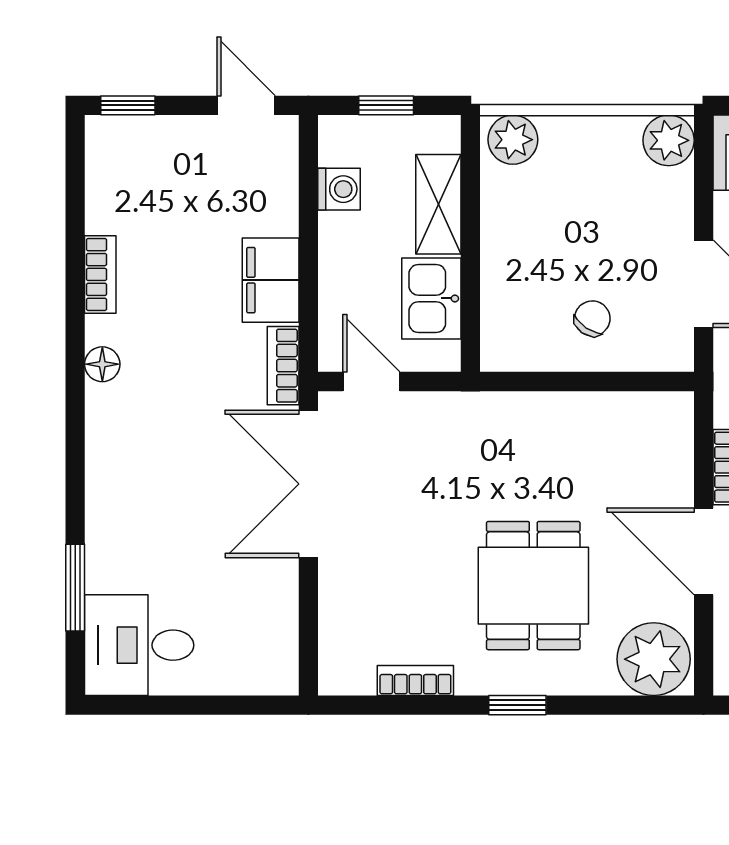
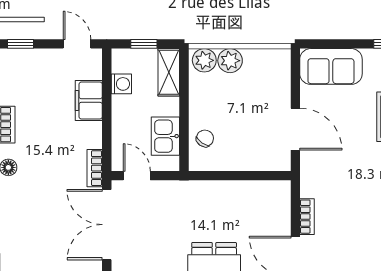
plant: (669, 140) -> (230, 61), moved
shelving: (438, 204) -> (169, 72), moved
filing cabinet: (271, 280) -> (89, 101), moved
chair: (592, 318) -> (205, 138), moved

